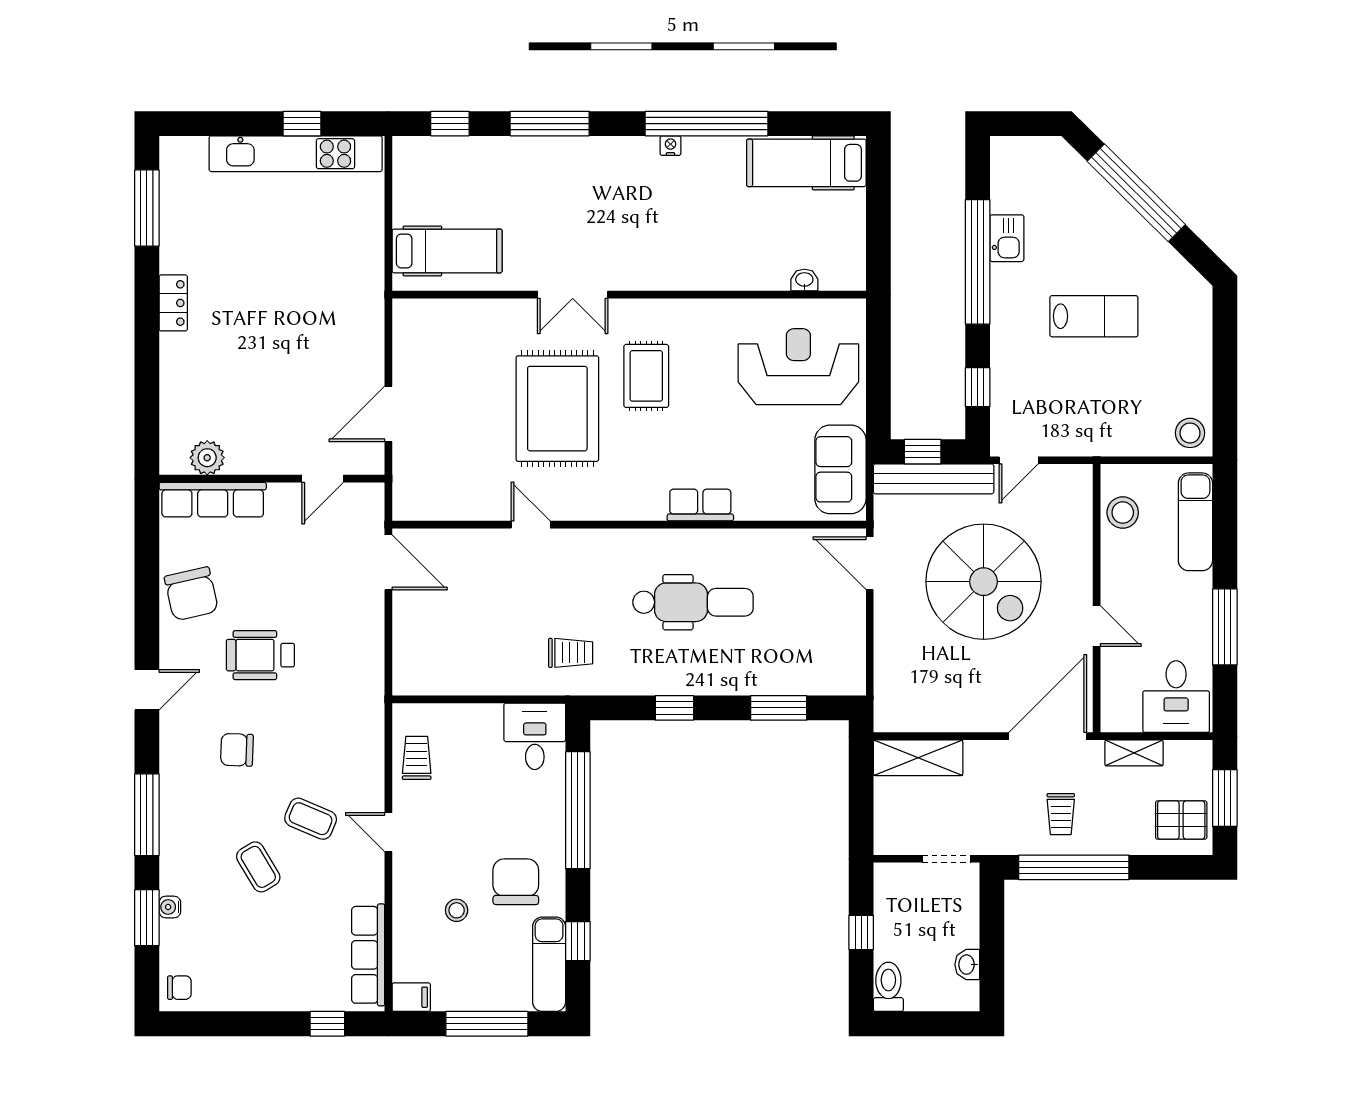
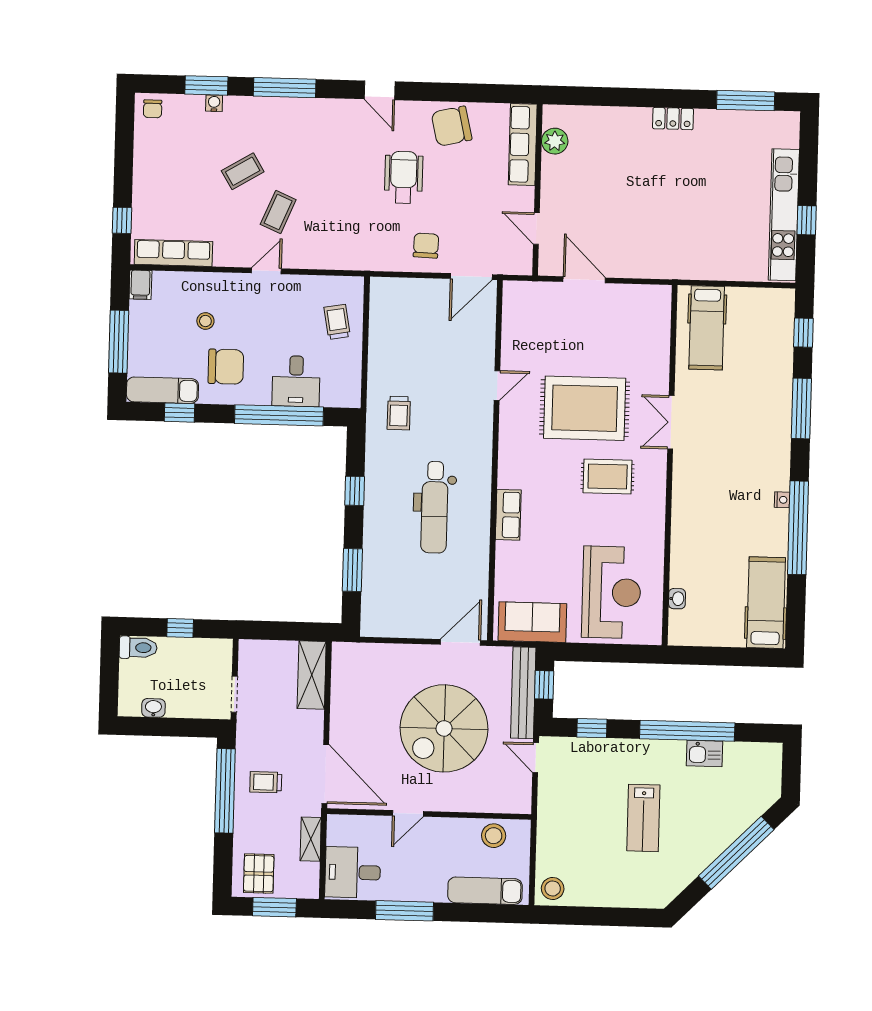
desk: (535, 736) -> (296, 381), moved, turned 90
chair: (237, 750) -> (426, 246), moved
trolley: (417, 758) -> (337, 322), moved, turned -100

